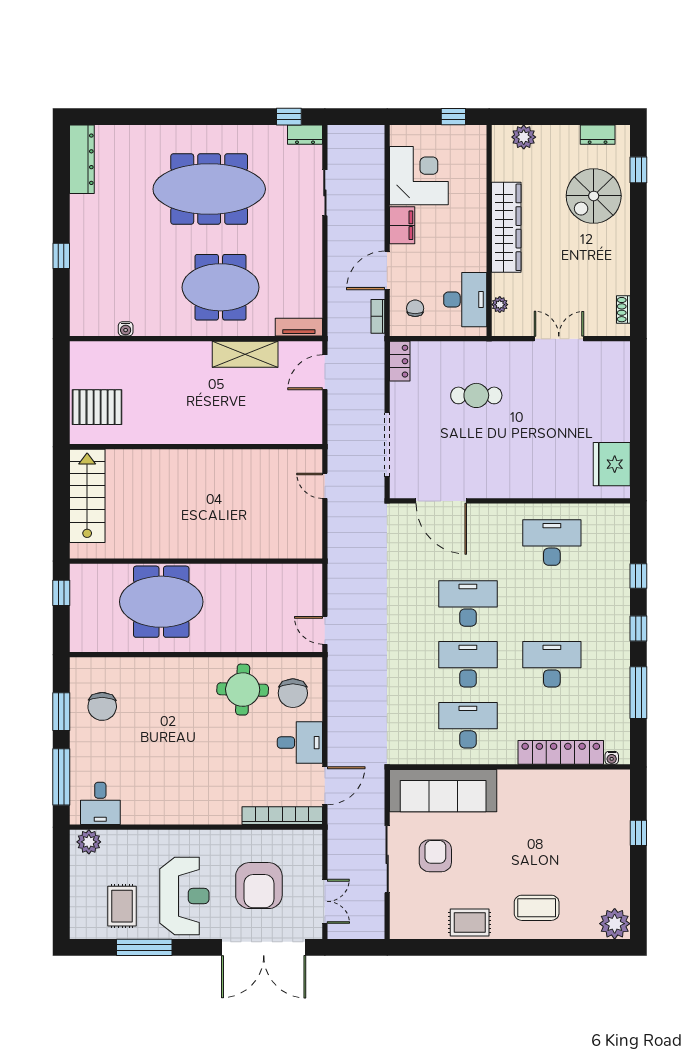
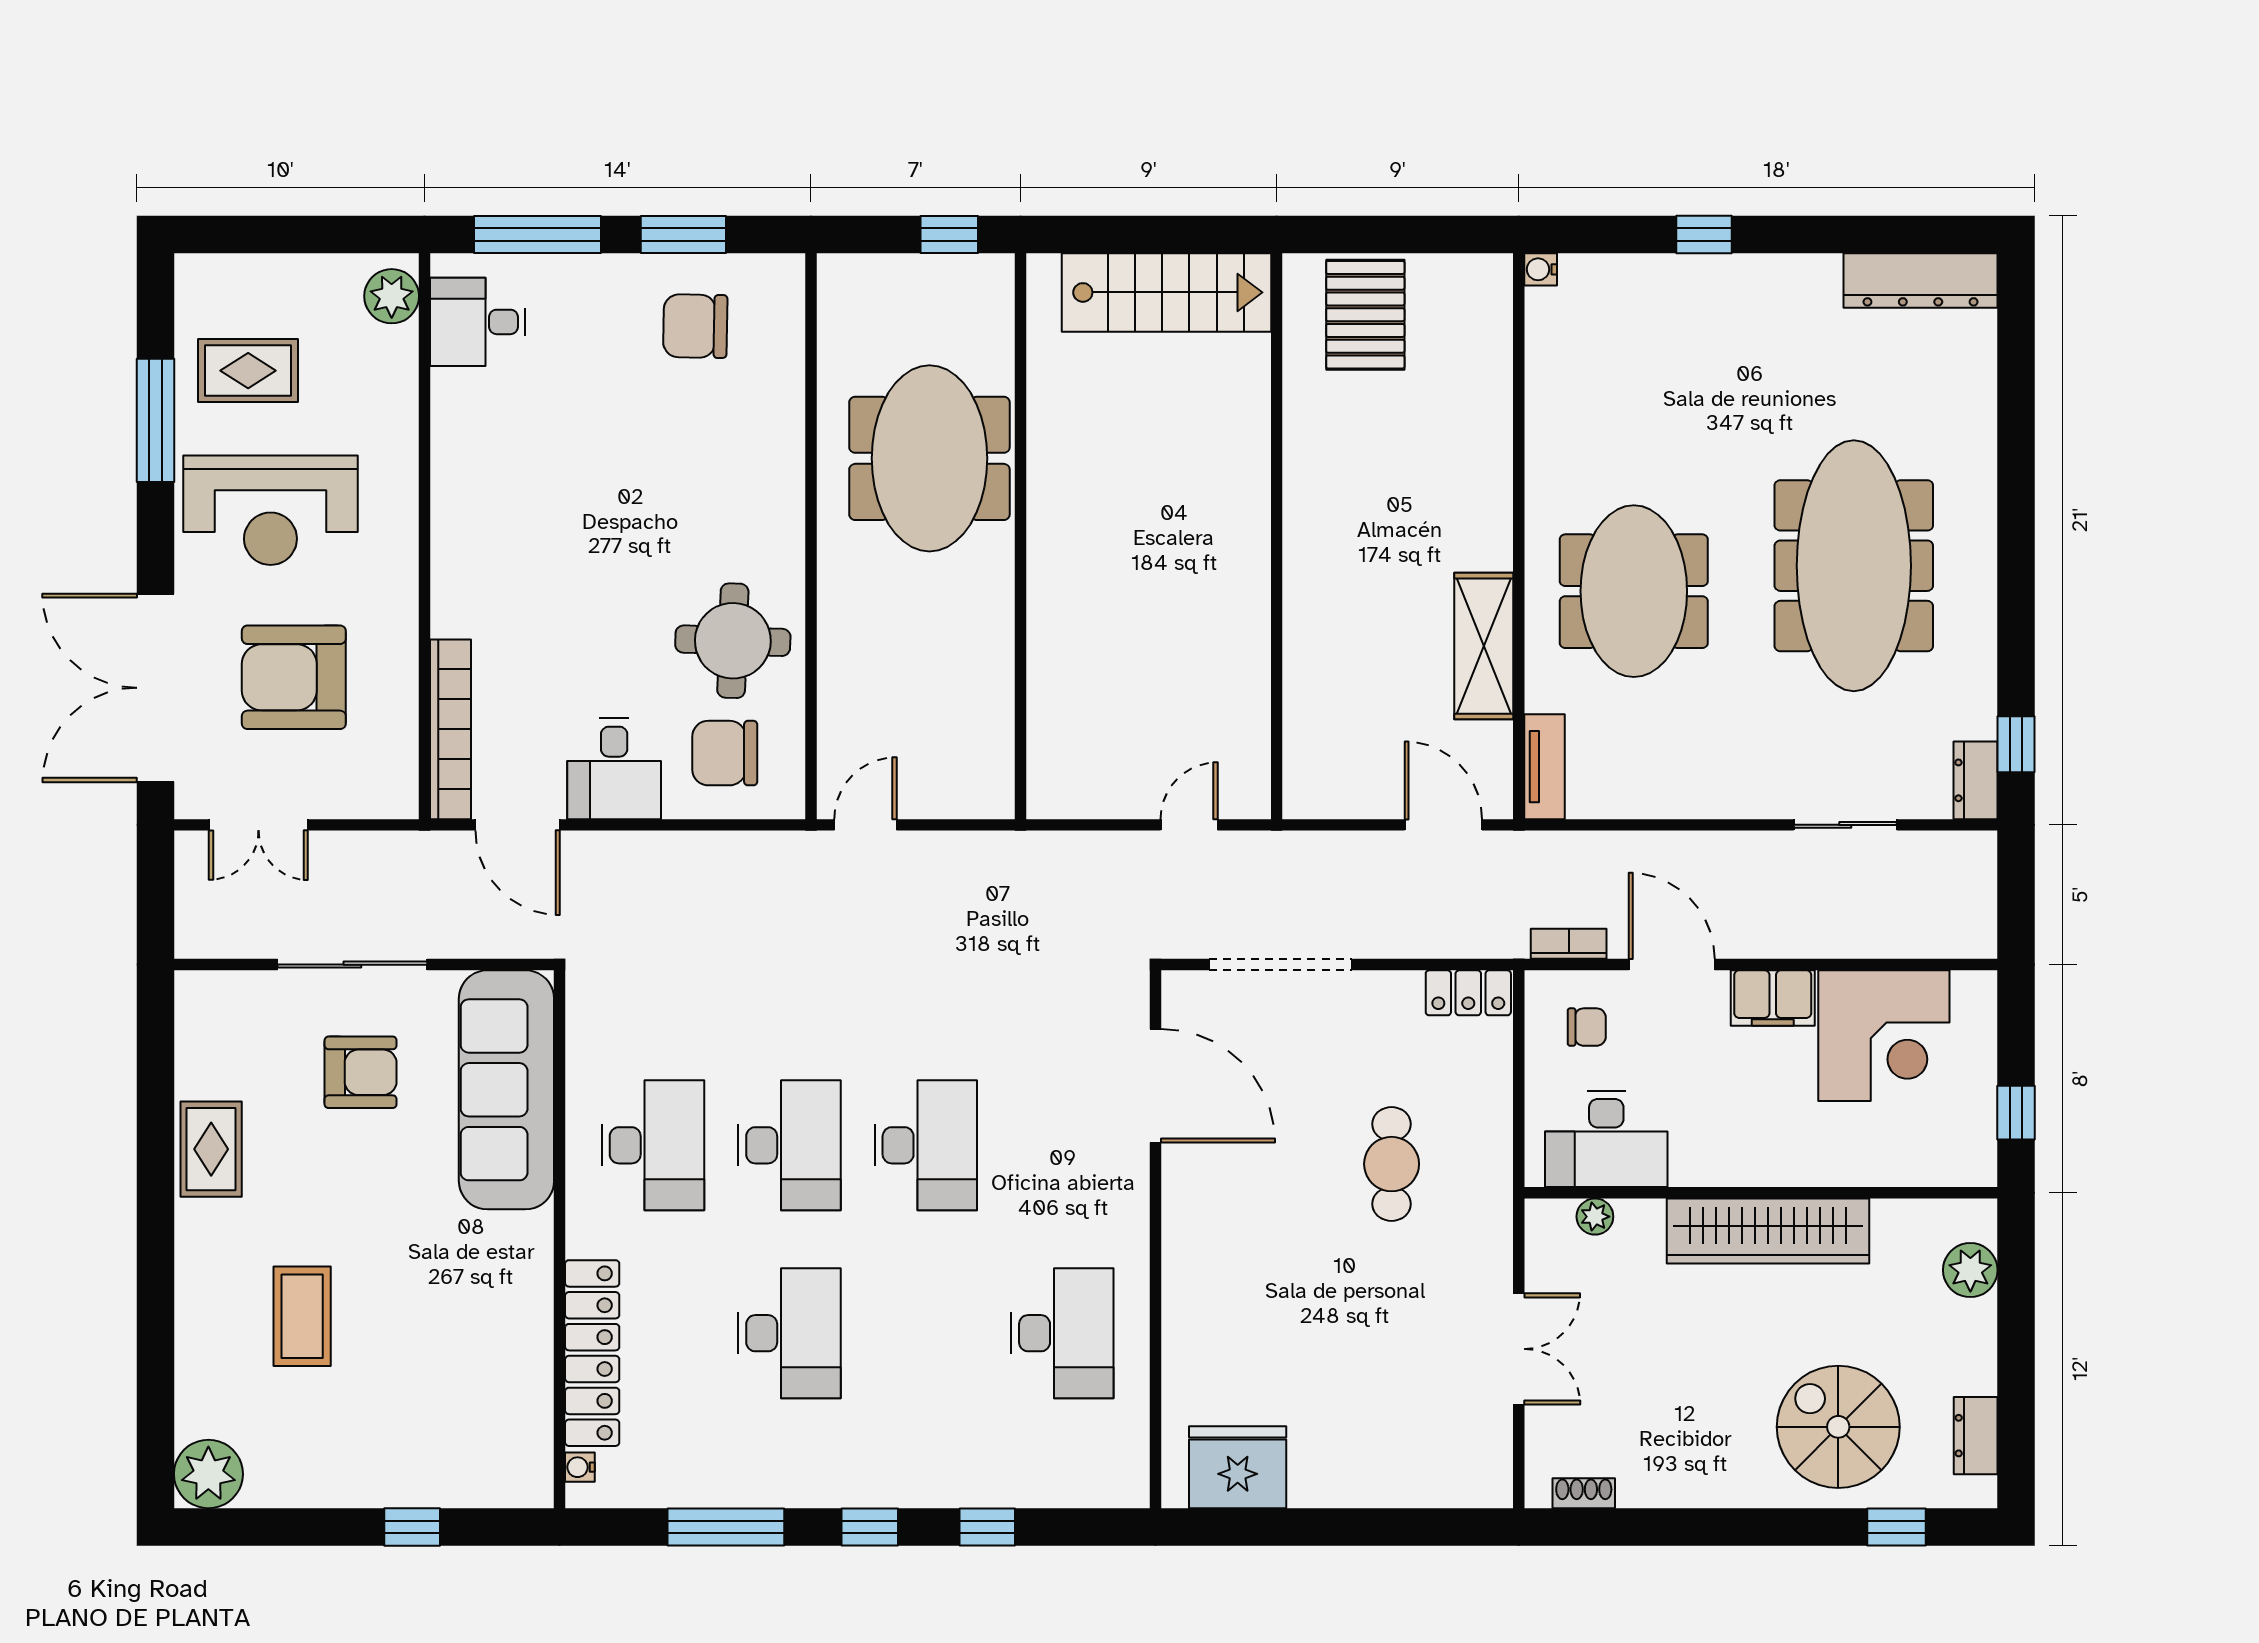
water cooler: (126, 329) -> (1541, 269), moved
door: (441, 501) -> (1156, 1086), swing flipped
coffee table: (537, 908) -> (302, 1316), moved

